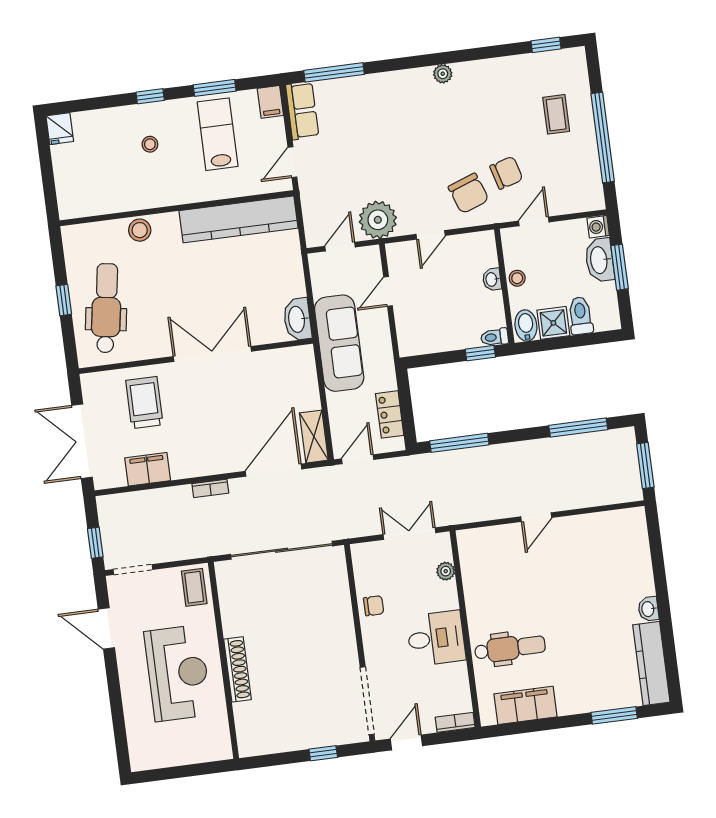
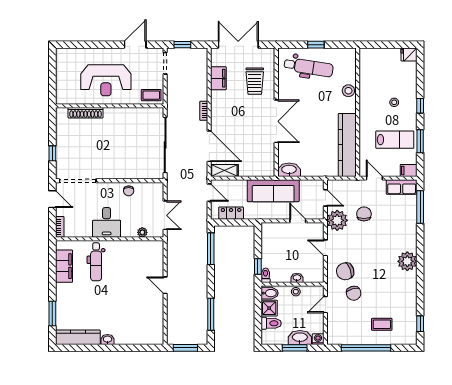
plant: (443, 74) -> (407, 261), width x1.88, depth x1.88
chair: (360, 173) -> (364, 214), added
door: (534, 221) -> (325, 305), swing flipped
trolley: (144, 403) -> (255, 81), turned 90
shoe rack: (237, 669) -> (86, 113), moved

